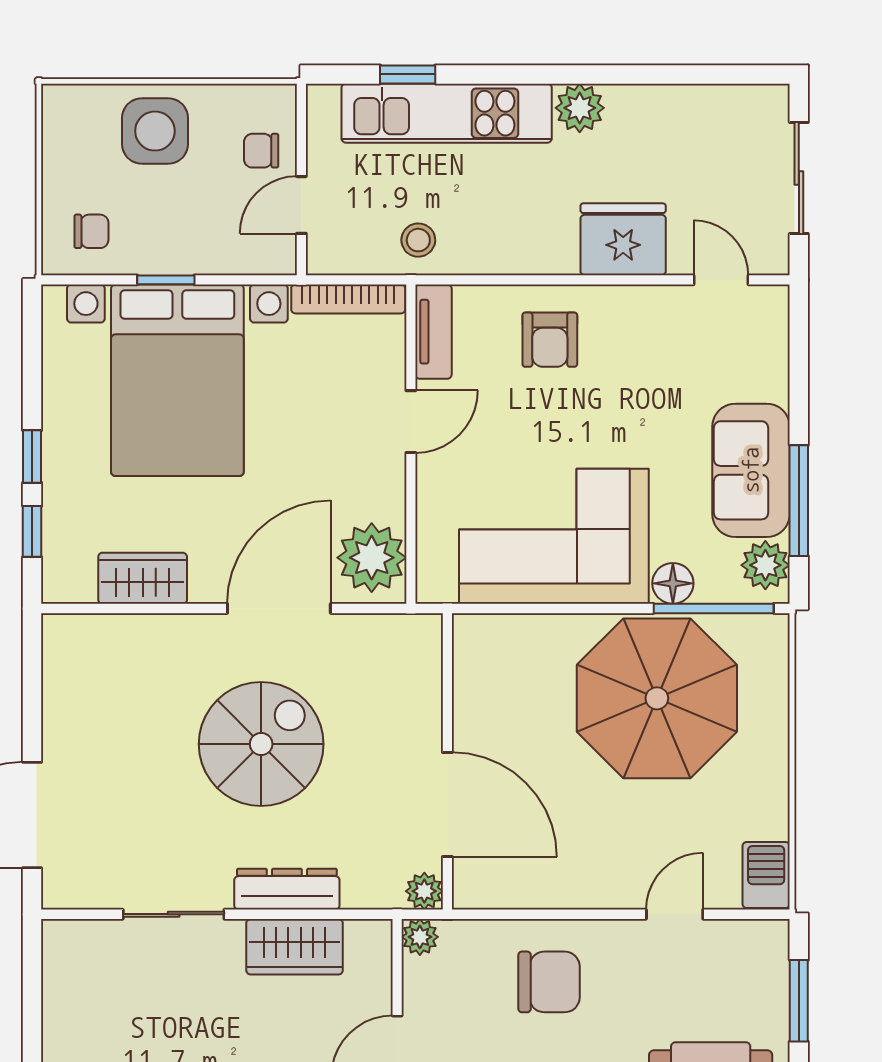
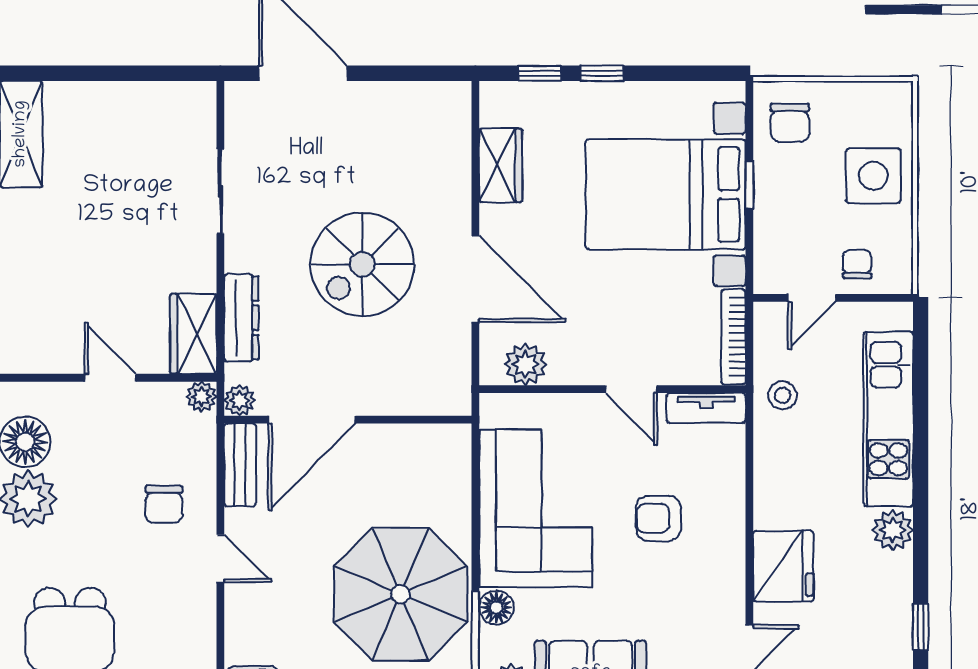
window: (408, 74) -> (921, 627), moved
door: (301, 205) -> (812, 298), swing flipped
chair: (91, 231) -> (790, 123), width x1.37, depth x1.37
armchair: (550, 340) -> (658, 518), moved
plant: (372, 558) -> (525, 364), width x0.73, depth x0.73
spiral stairs: (261, 744) -> (362, 264), turned 90
dresser: (287, 889) -> (241, 318), moved
bench: (502, 891) -> (240, 465), added
door: (675, 914) -> (220, 558), moved
wardrobe: (295, 947) -> (193, 334), moved
chair: (549, 982) -> (164, 504), width x0.73, depth x0.73

